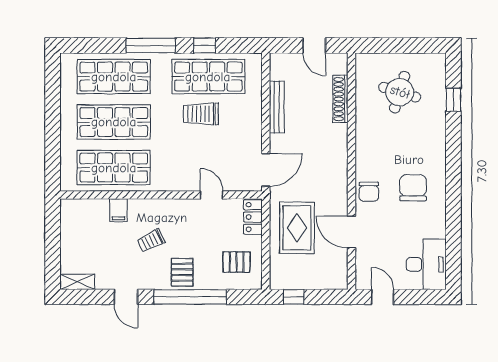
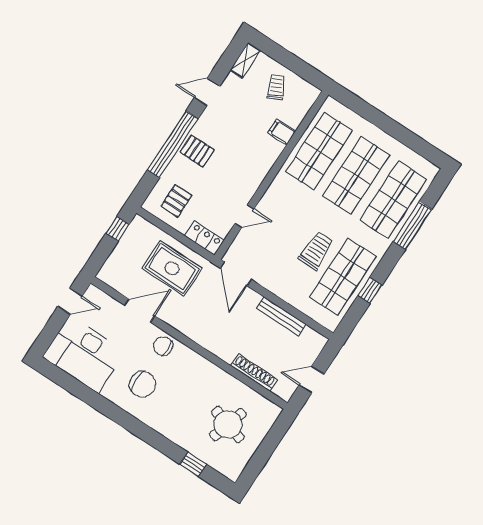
window: (151, 46) -> (412, 225), moved
trolley: (151, 241) -> (276, 87), moved
desk: (426, 264) -> (84, 354), width x1.36, depth x1.30

